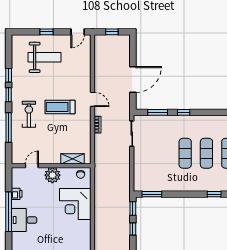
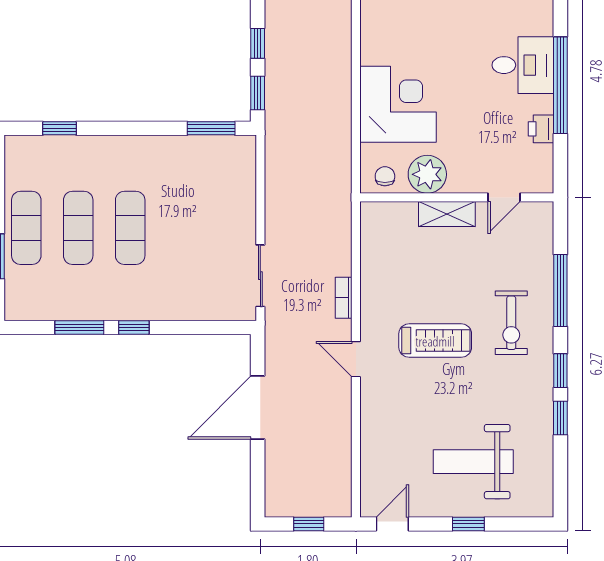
window: (158, 112) -> (79, 327), moved
shelving: (73, 159) -> (447, 214), moved
plant: (52, 175) -> (427, 174), moved

